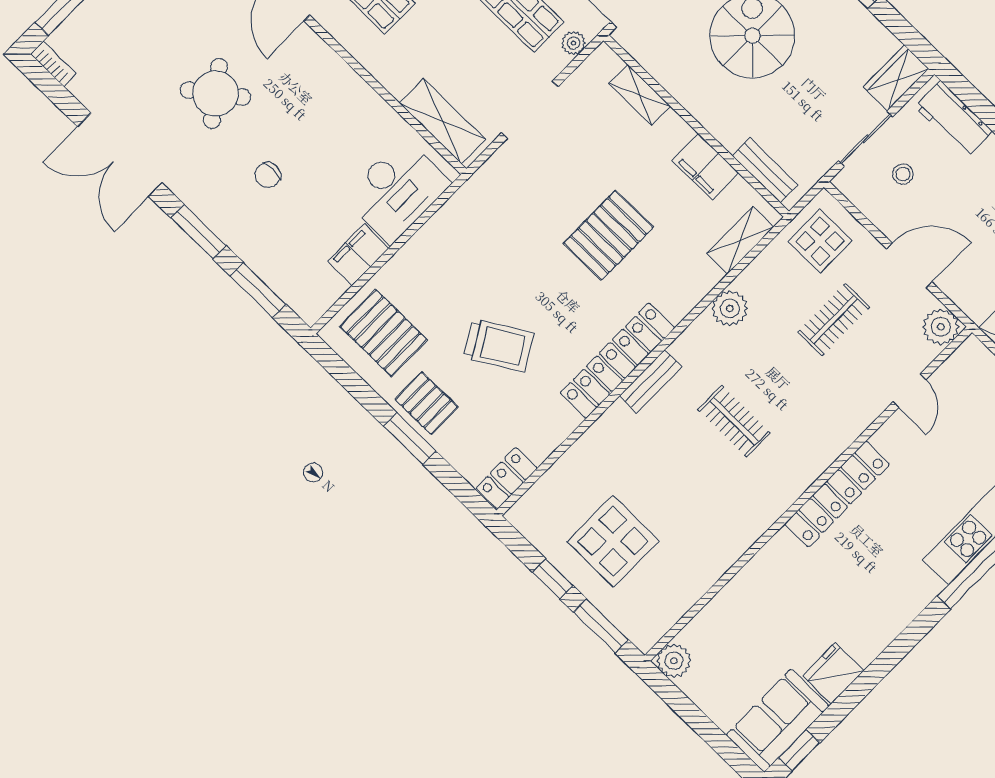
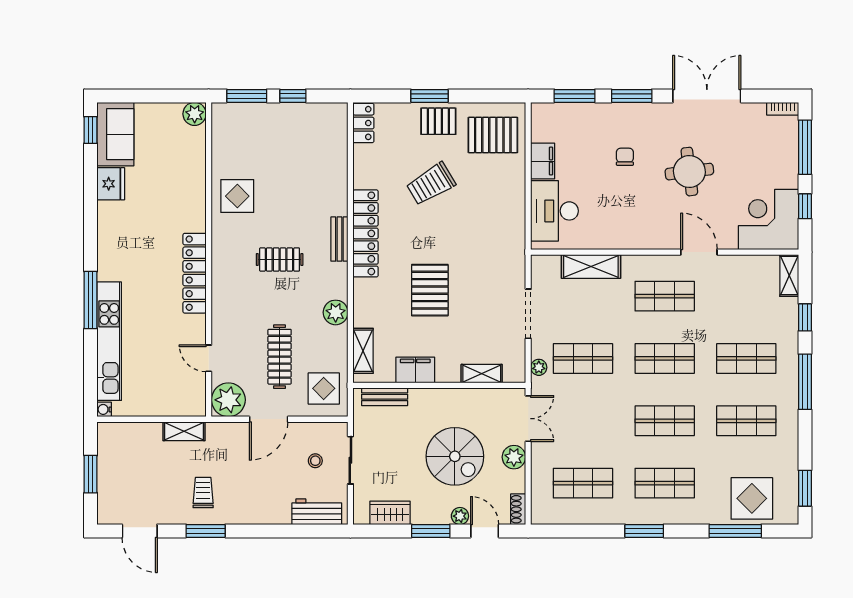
wardrobe: (896, 78) -> (390, 513), moved, turned -90
round table: (215, 94) -> (689, 172), turned 30
shelving: (442, 121) -> (591, 266), moved
clothes rail: (834, 320) -> (280, 357), width x1.36
plant: (941, 327) -> (228, 400), width x1.36, depth x1.36
display table: (613, 541) -> (237, 196), moved, width x0.73, depth x0.73

